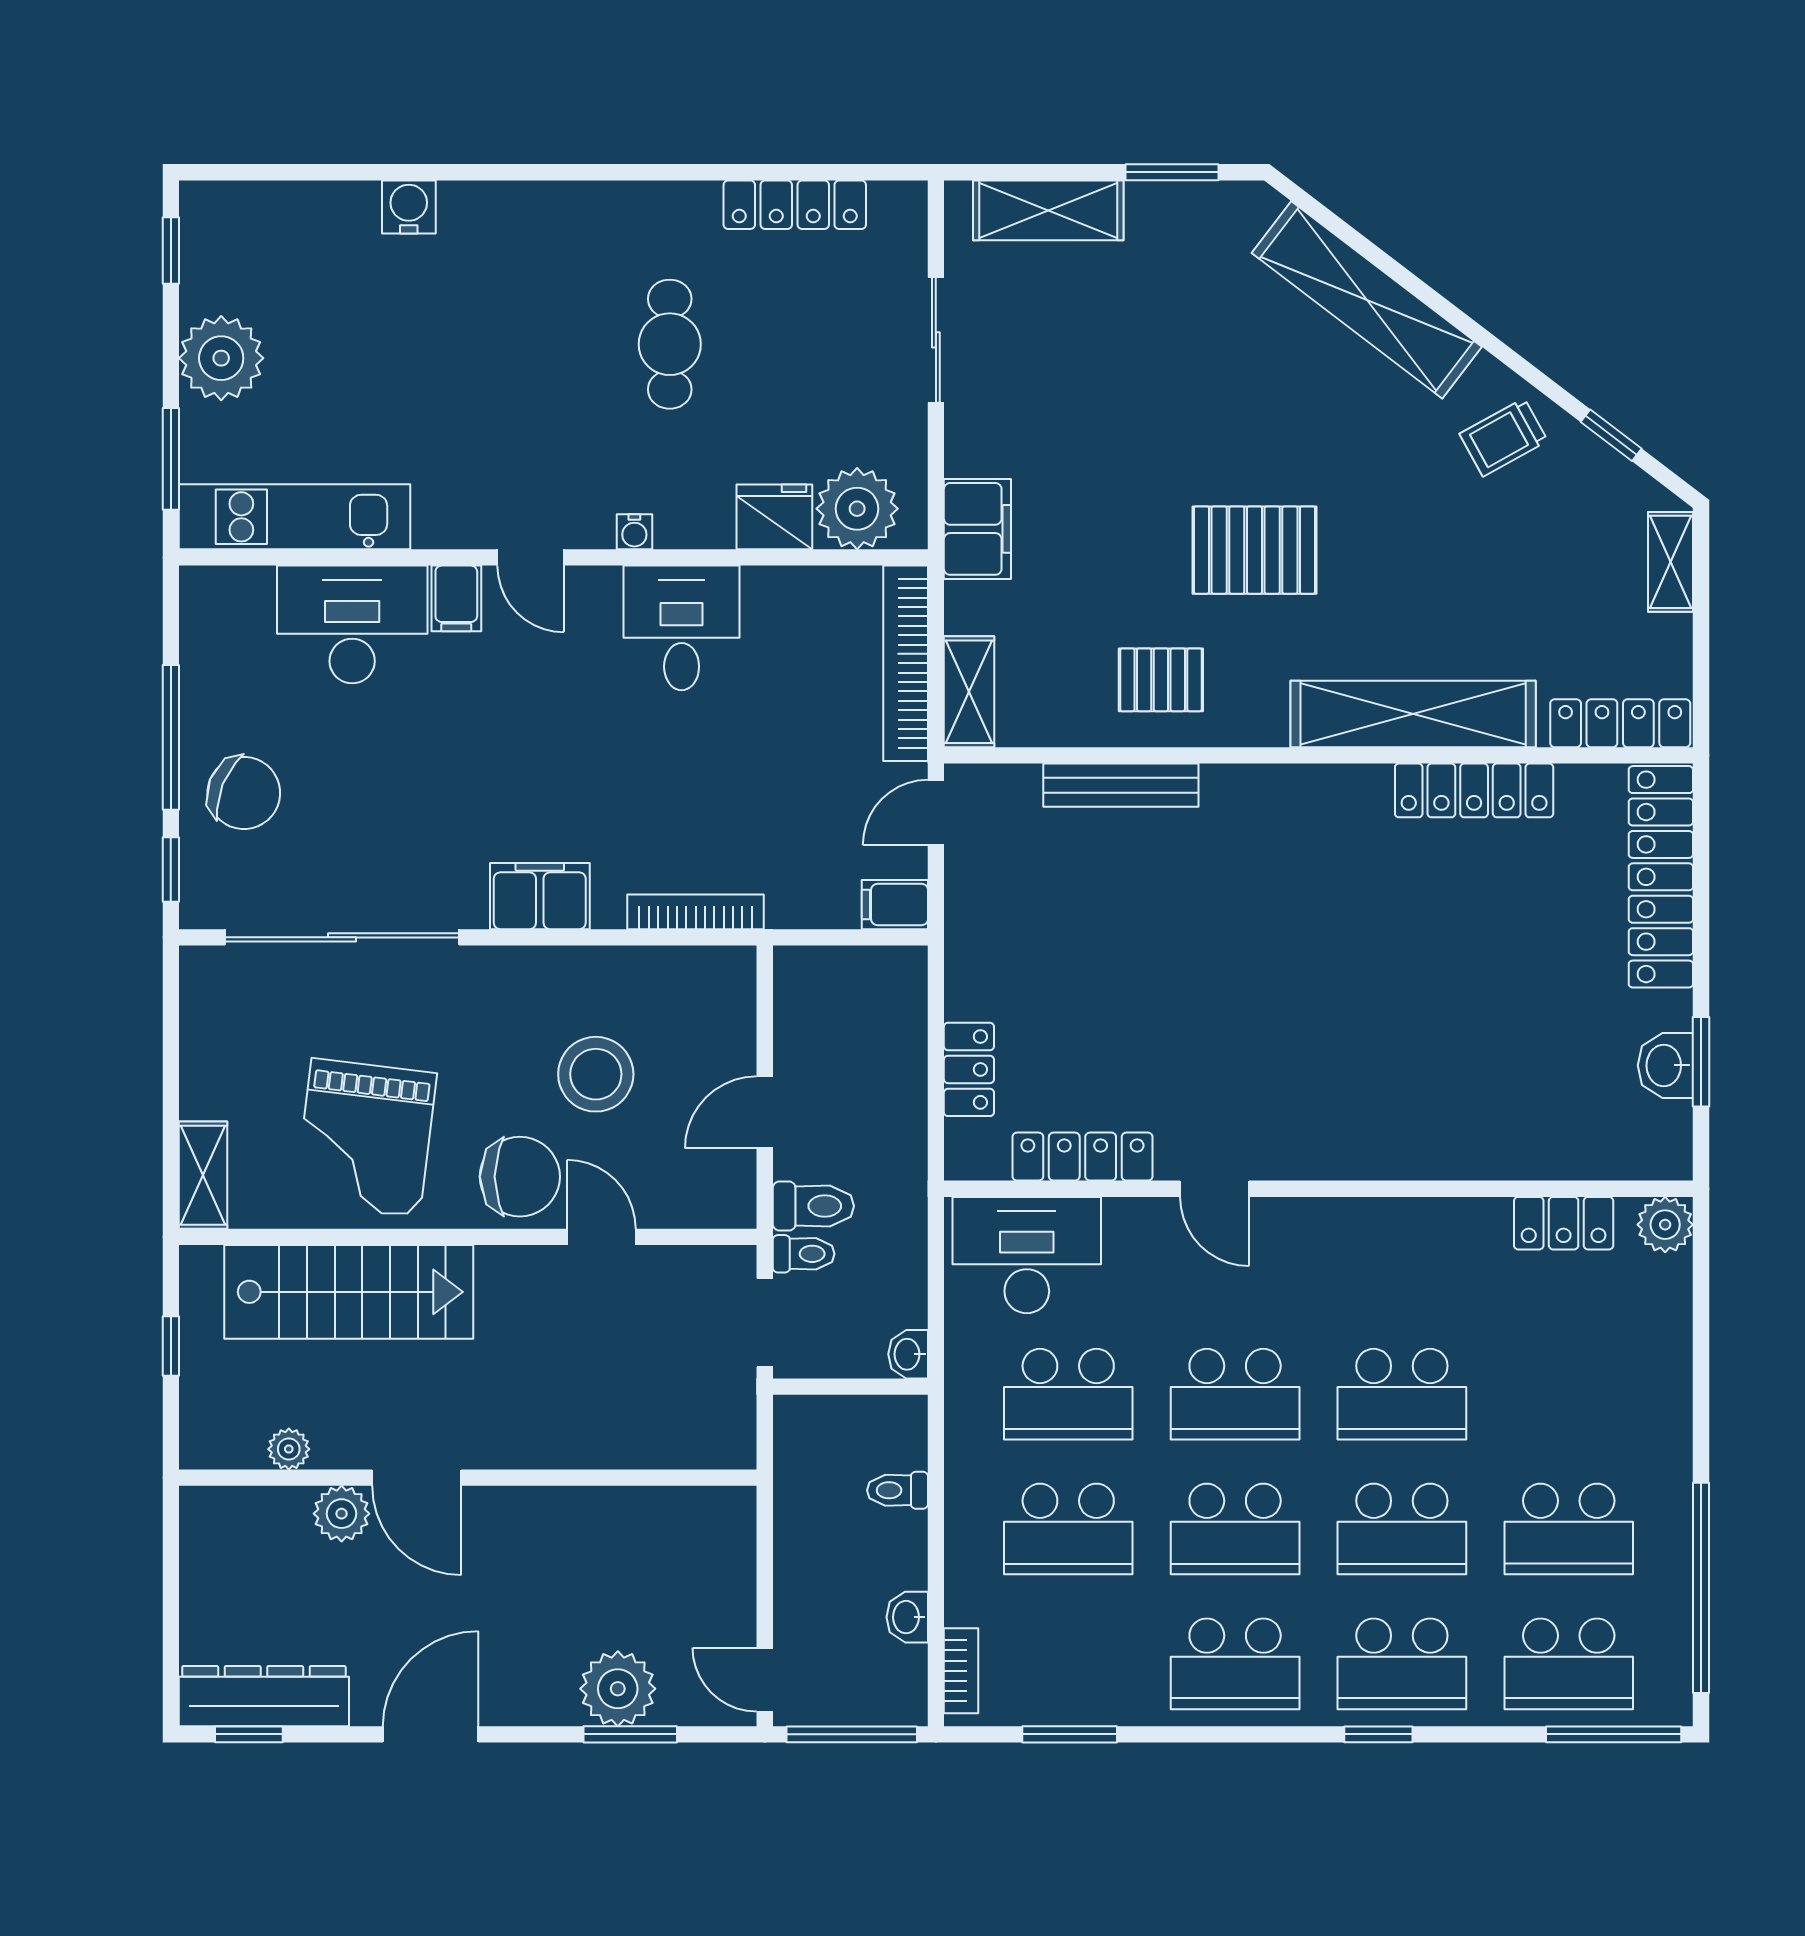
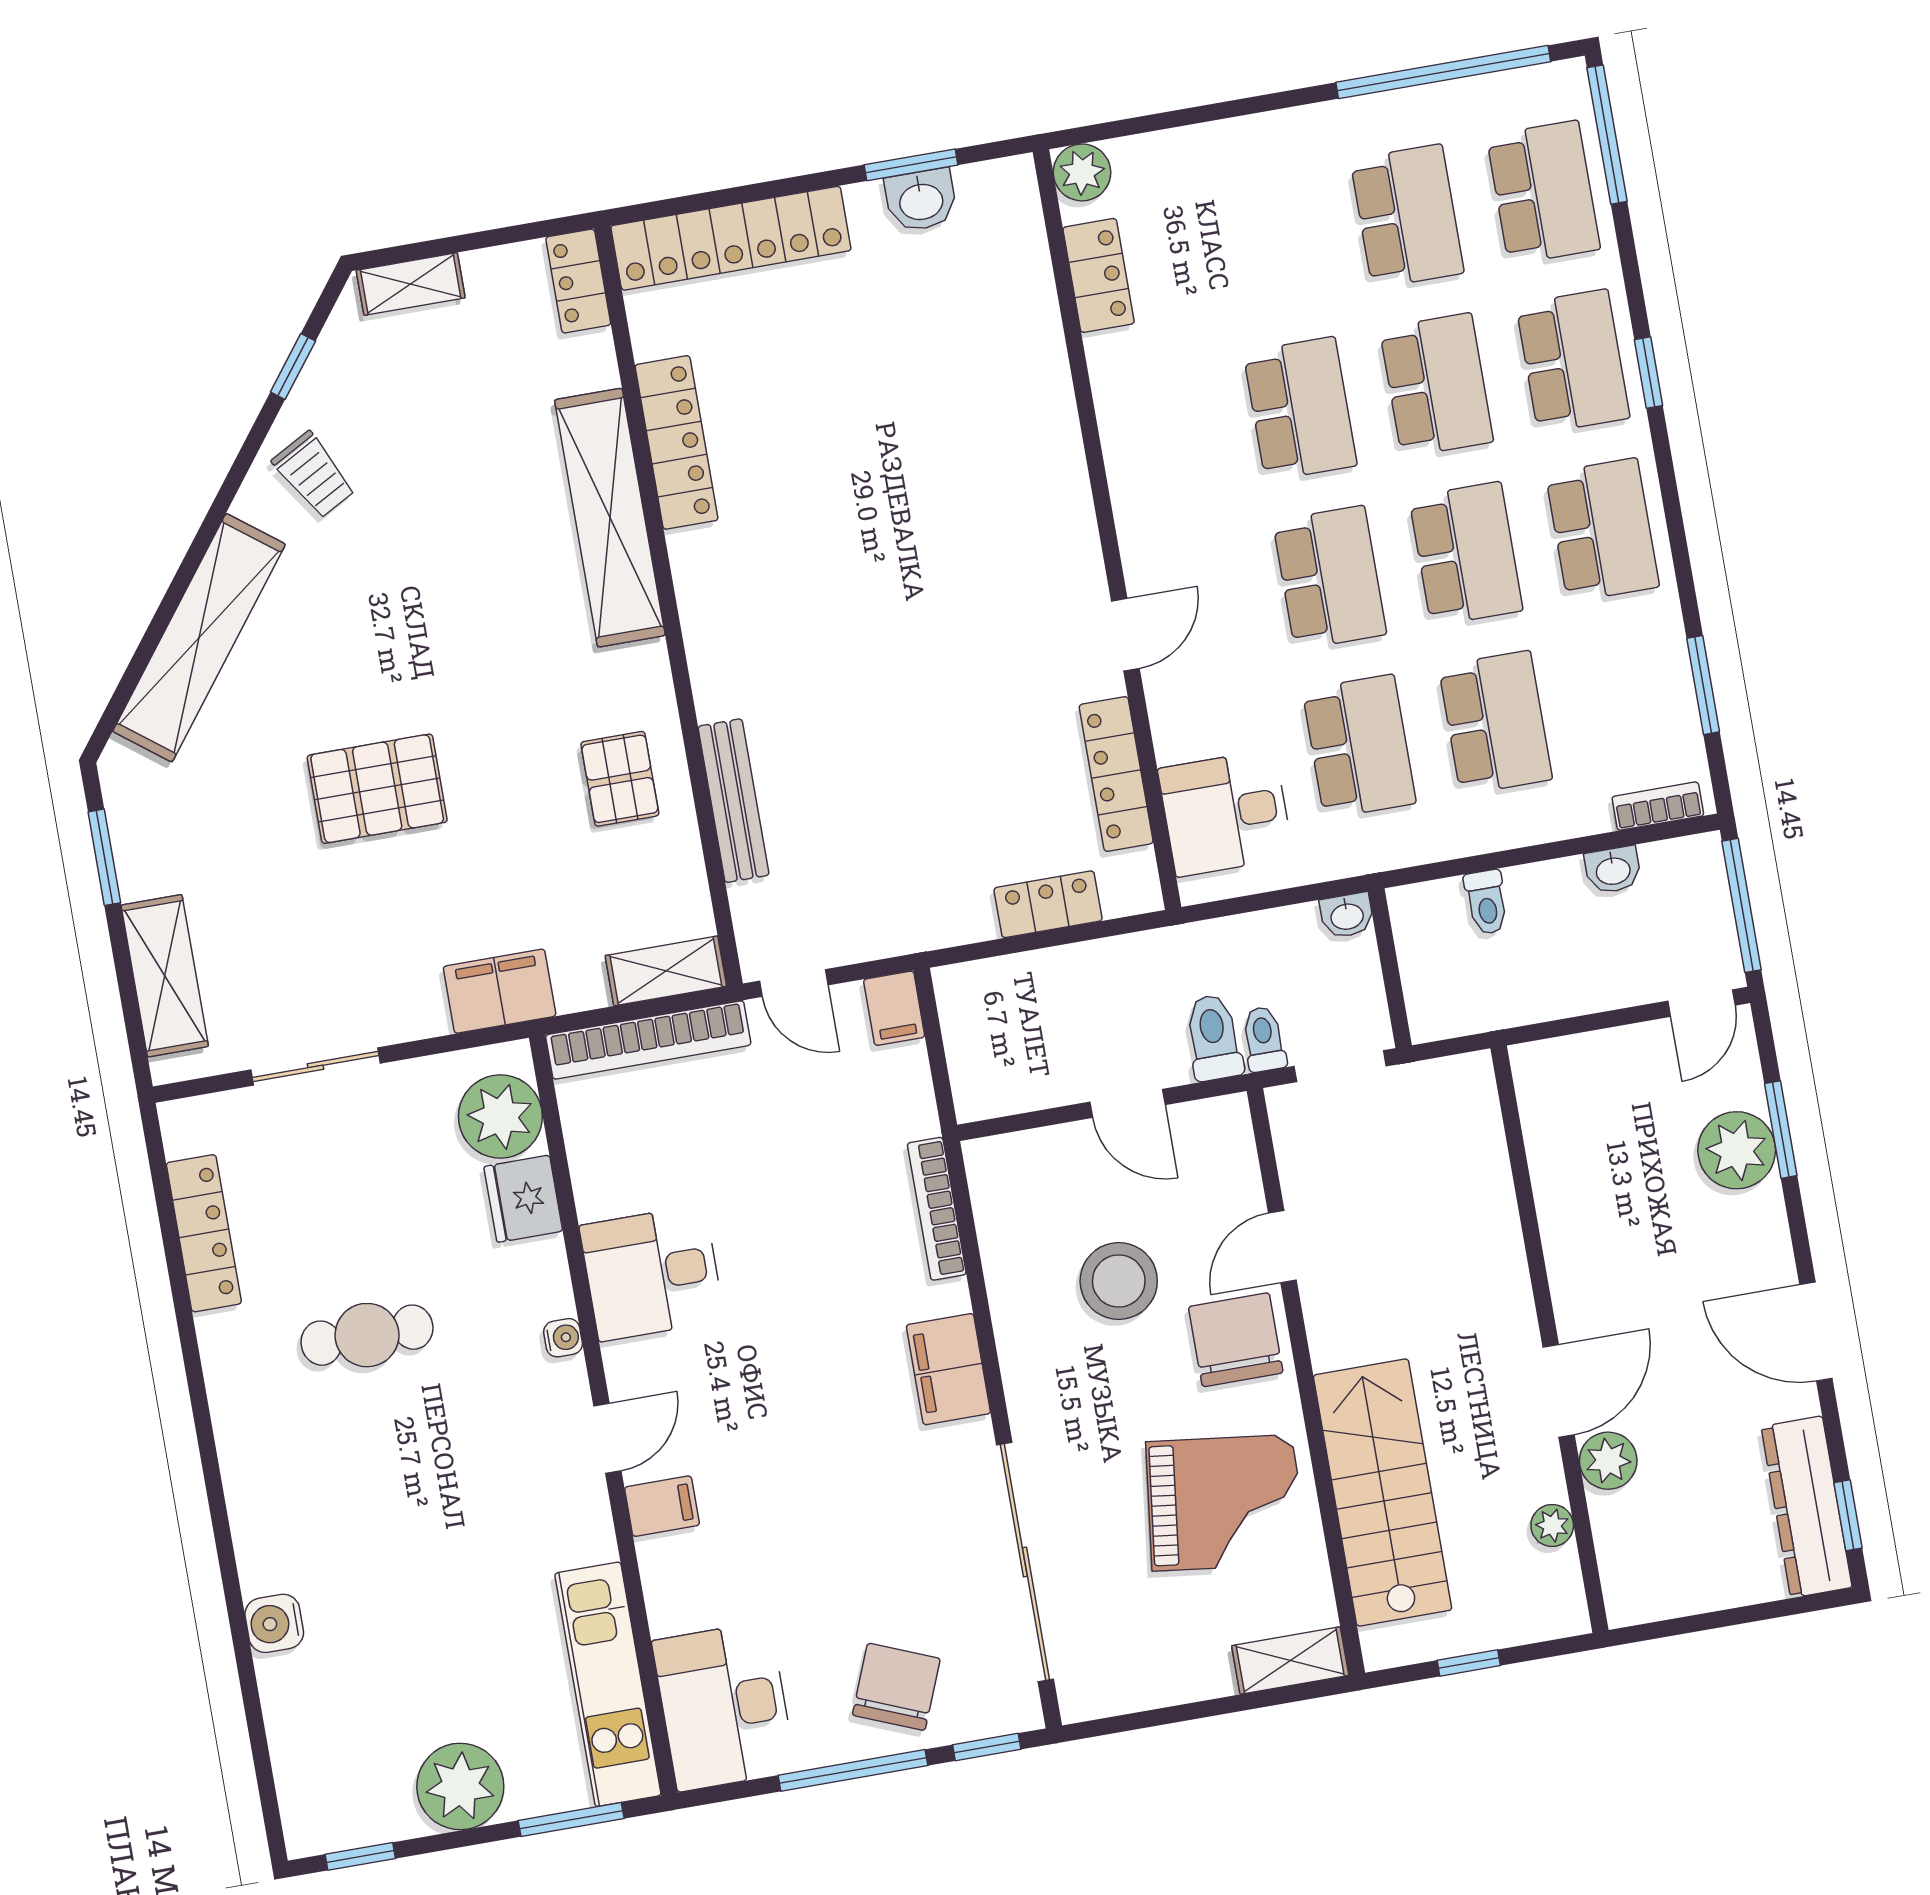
pallet: (1254, 550) -> (377, 789), moved, turned 90
desk: (352, 624) -> (724, 1706), moved
locker: (1620, 723) -> (578, 281), width x0.66
desk: (1027, 1255) -> (1226, 813), width x0.73

